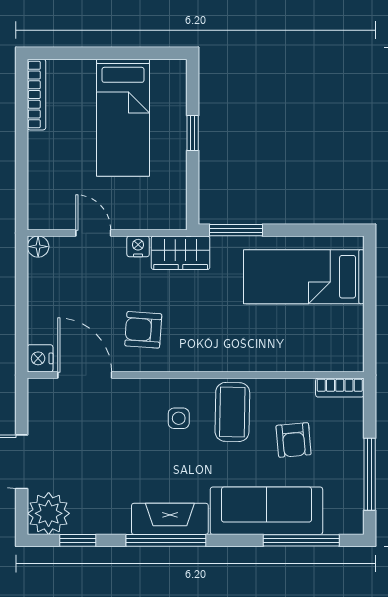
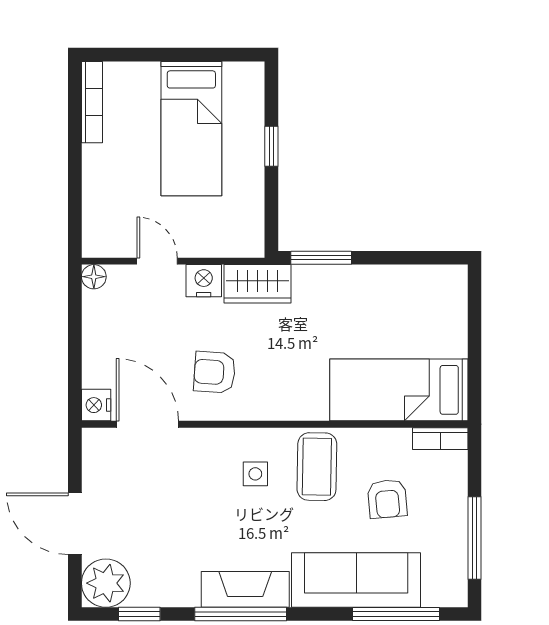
nightstand: (138, 246) -> (204, 281), width x1.39, depth x1.35
bed: (304, 277) -> (399, 390), moved

